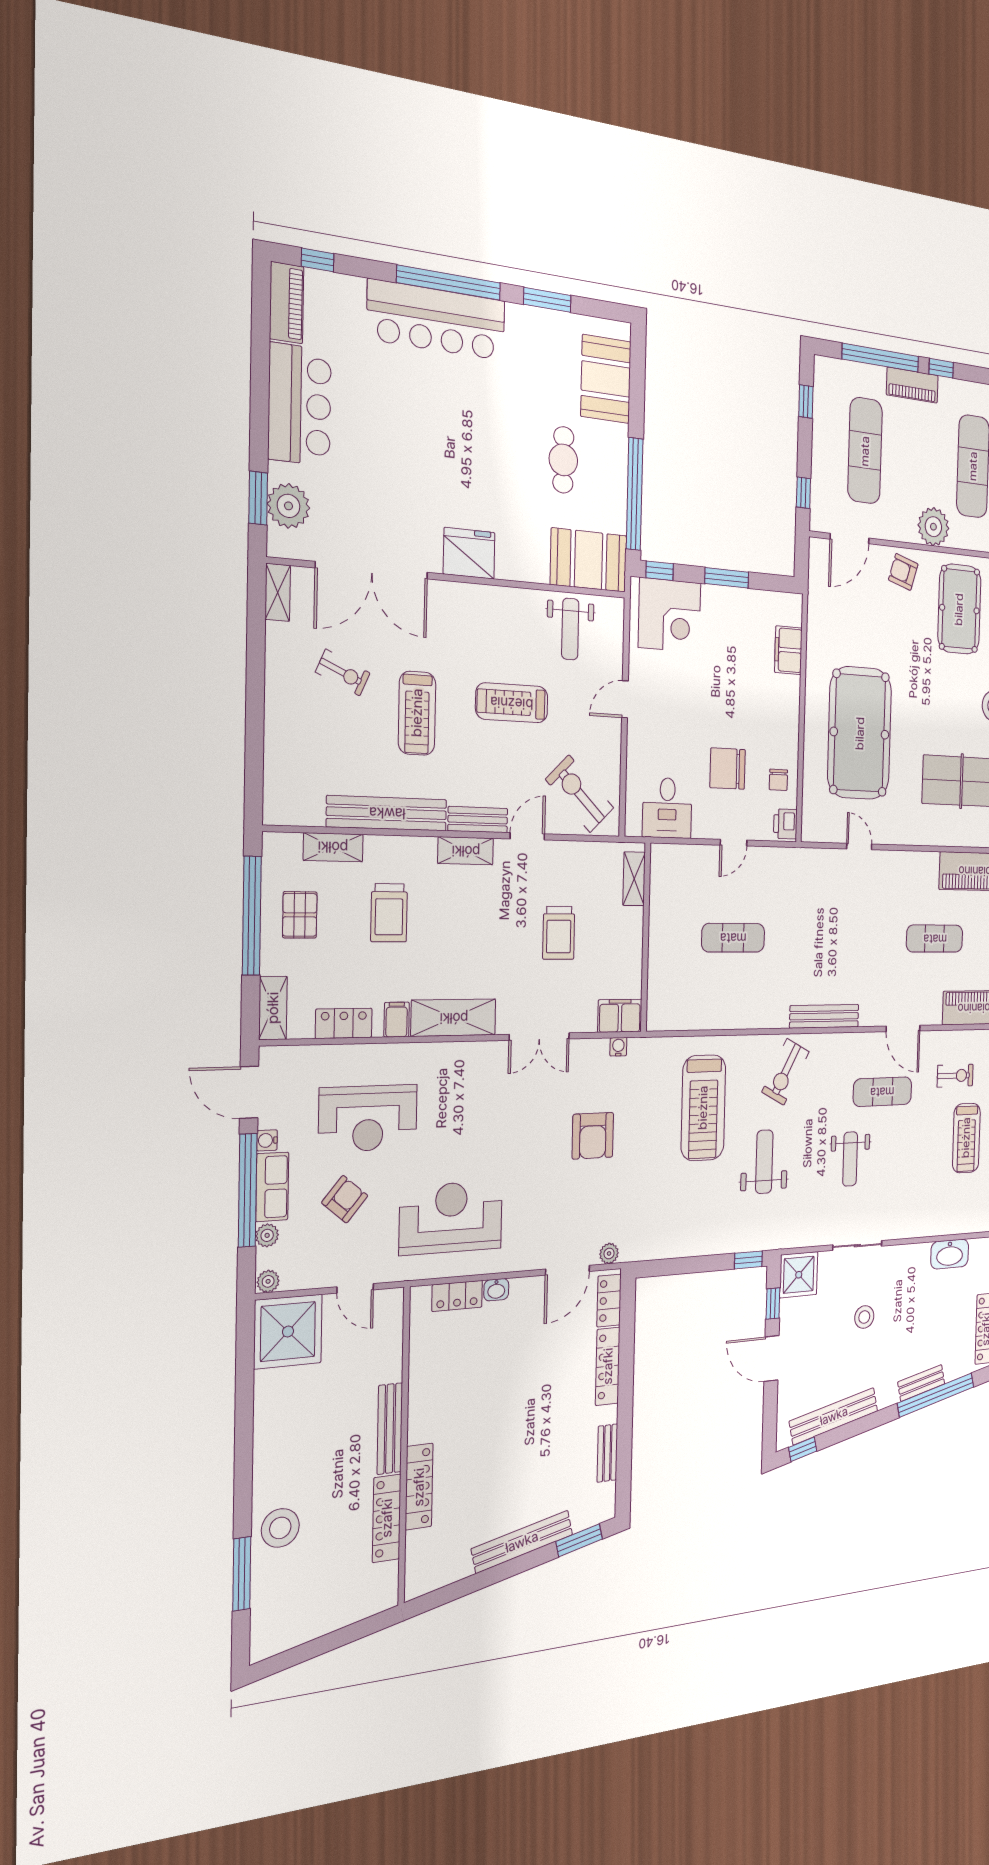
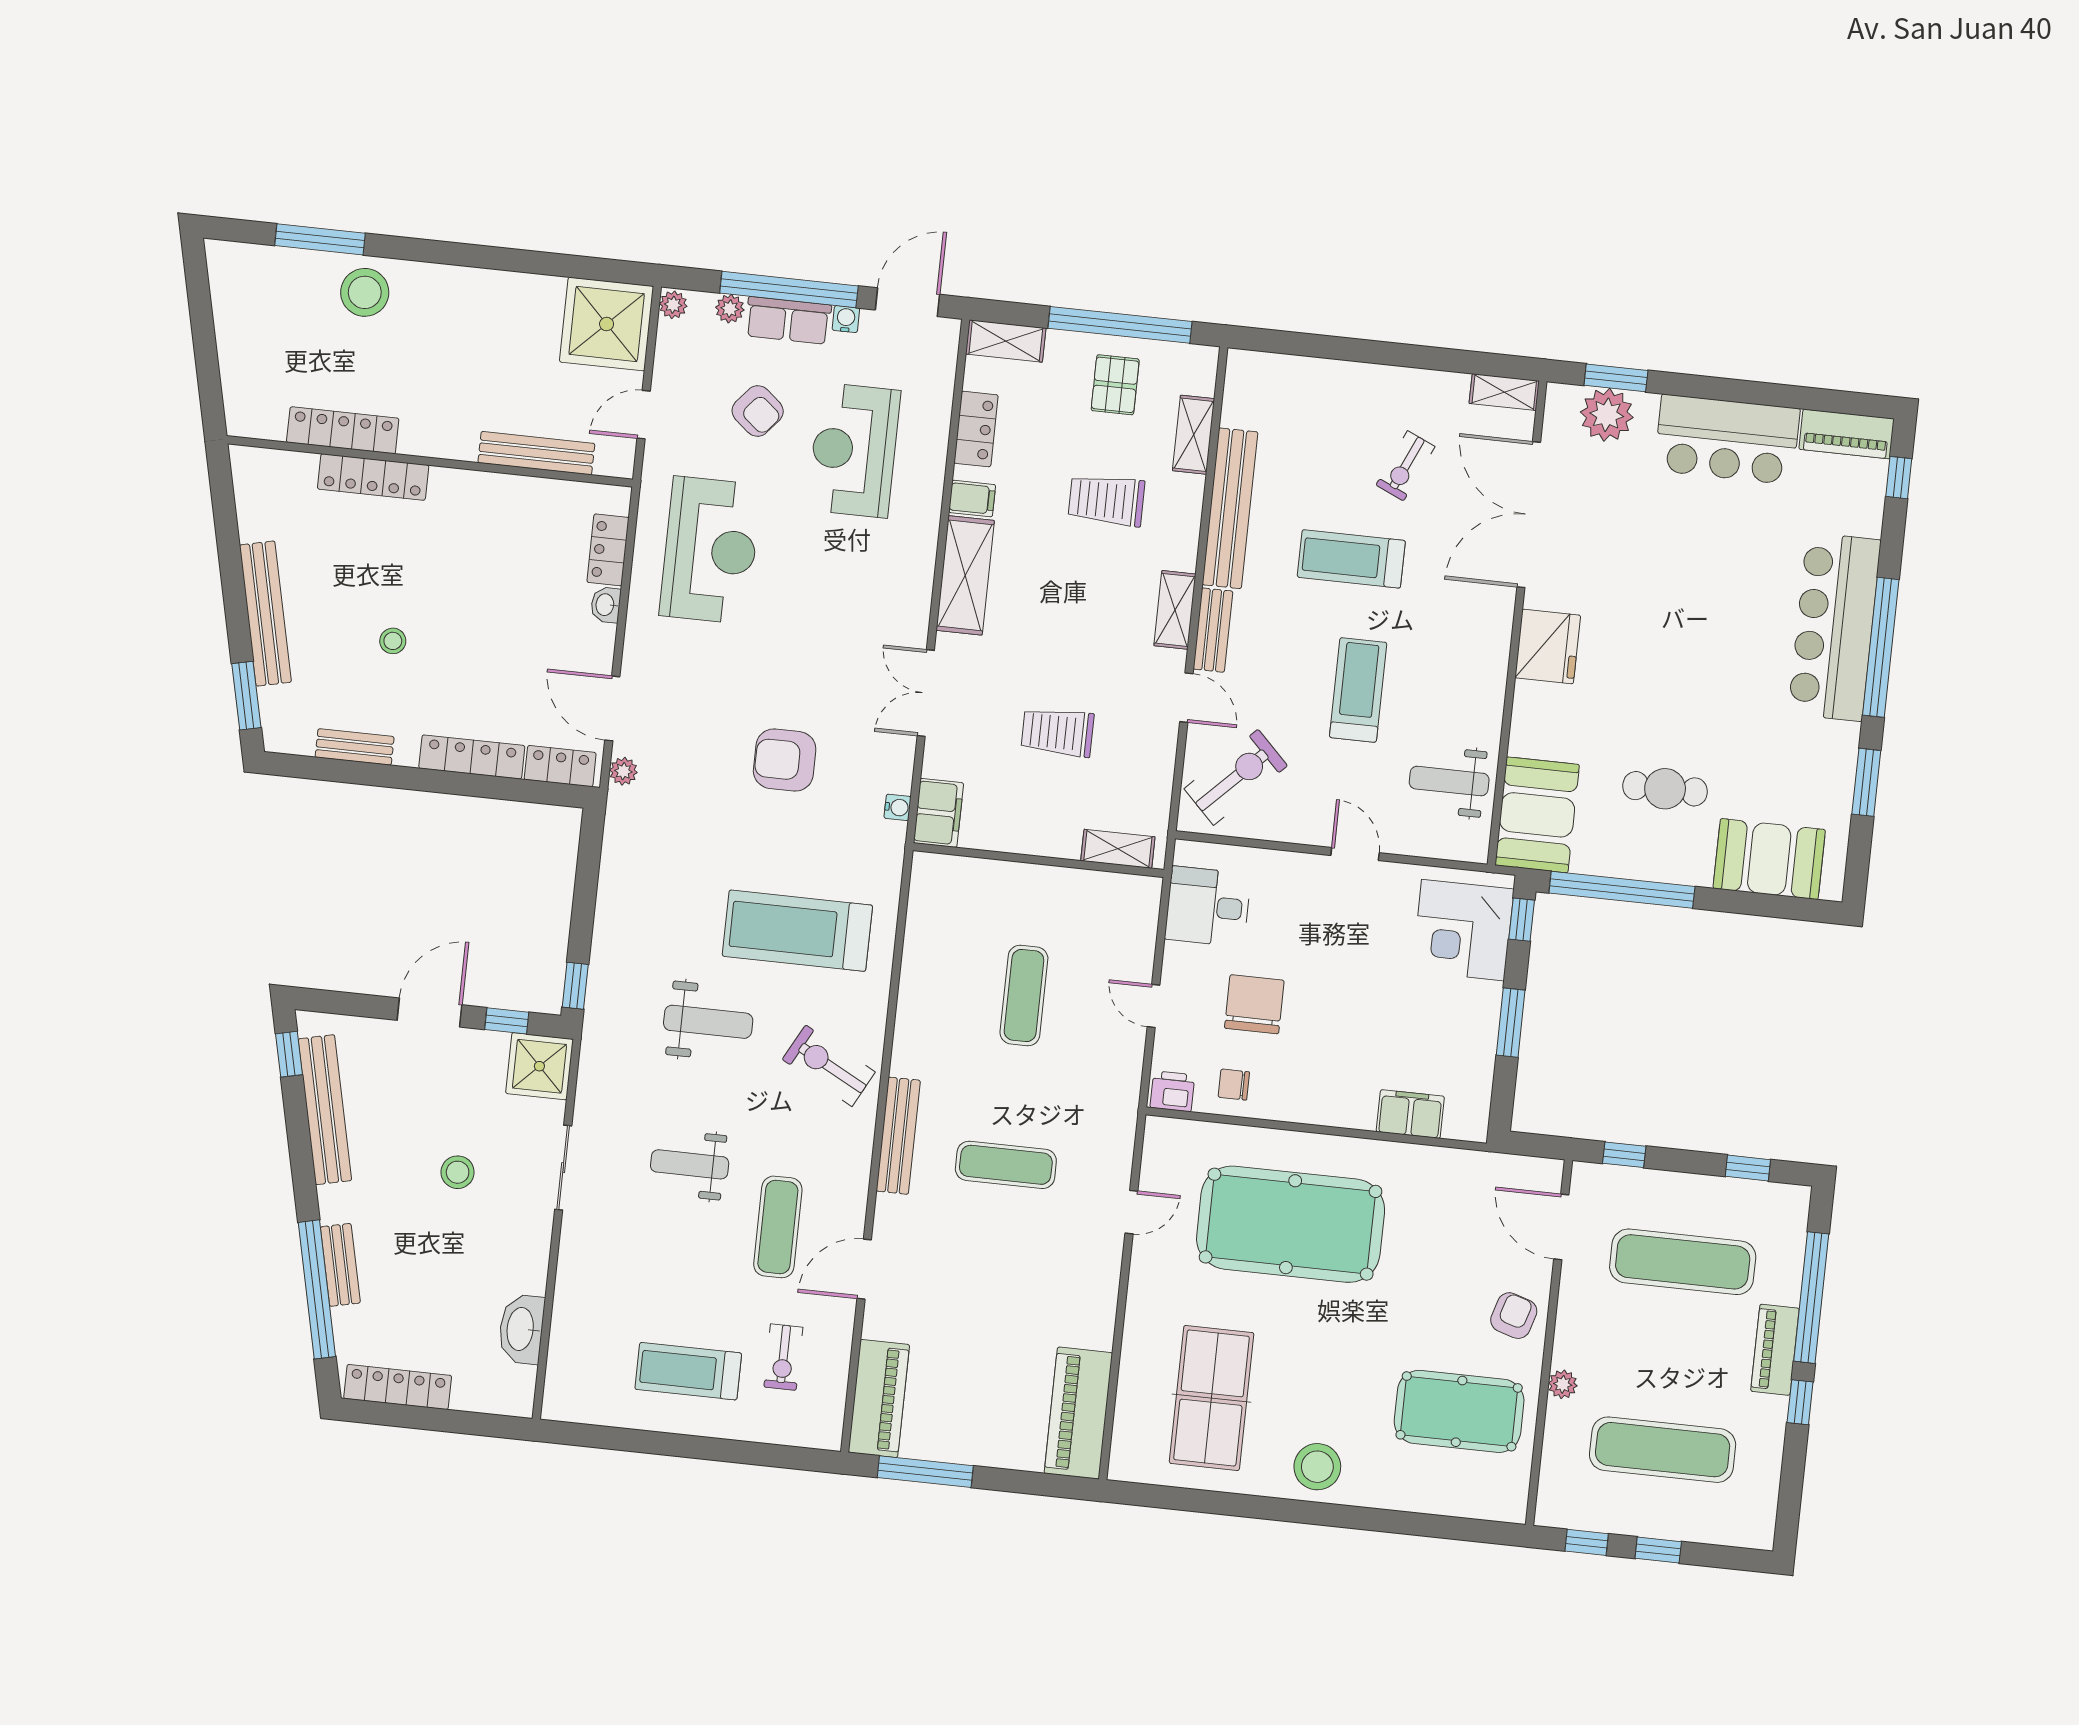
plant: (933, 527) -> (1563, 1384), width x0.53, depth x0.53
pallet: (300, 915) -> (1115, 385), turned 90
exercise mat: (935, 939) -> (1006, 1165), moved, turned 90
bench: (390, 1429) -> (536, 453), moved
stool: (534, 1443) -> (393, 641), added

